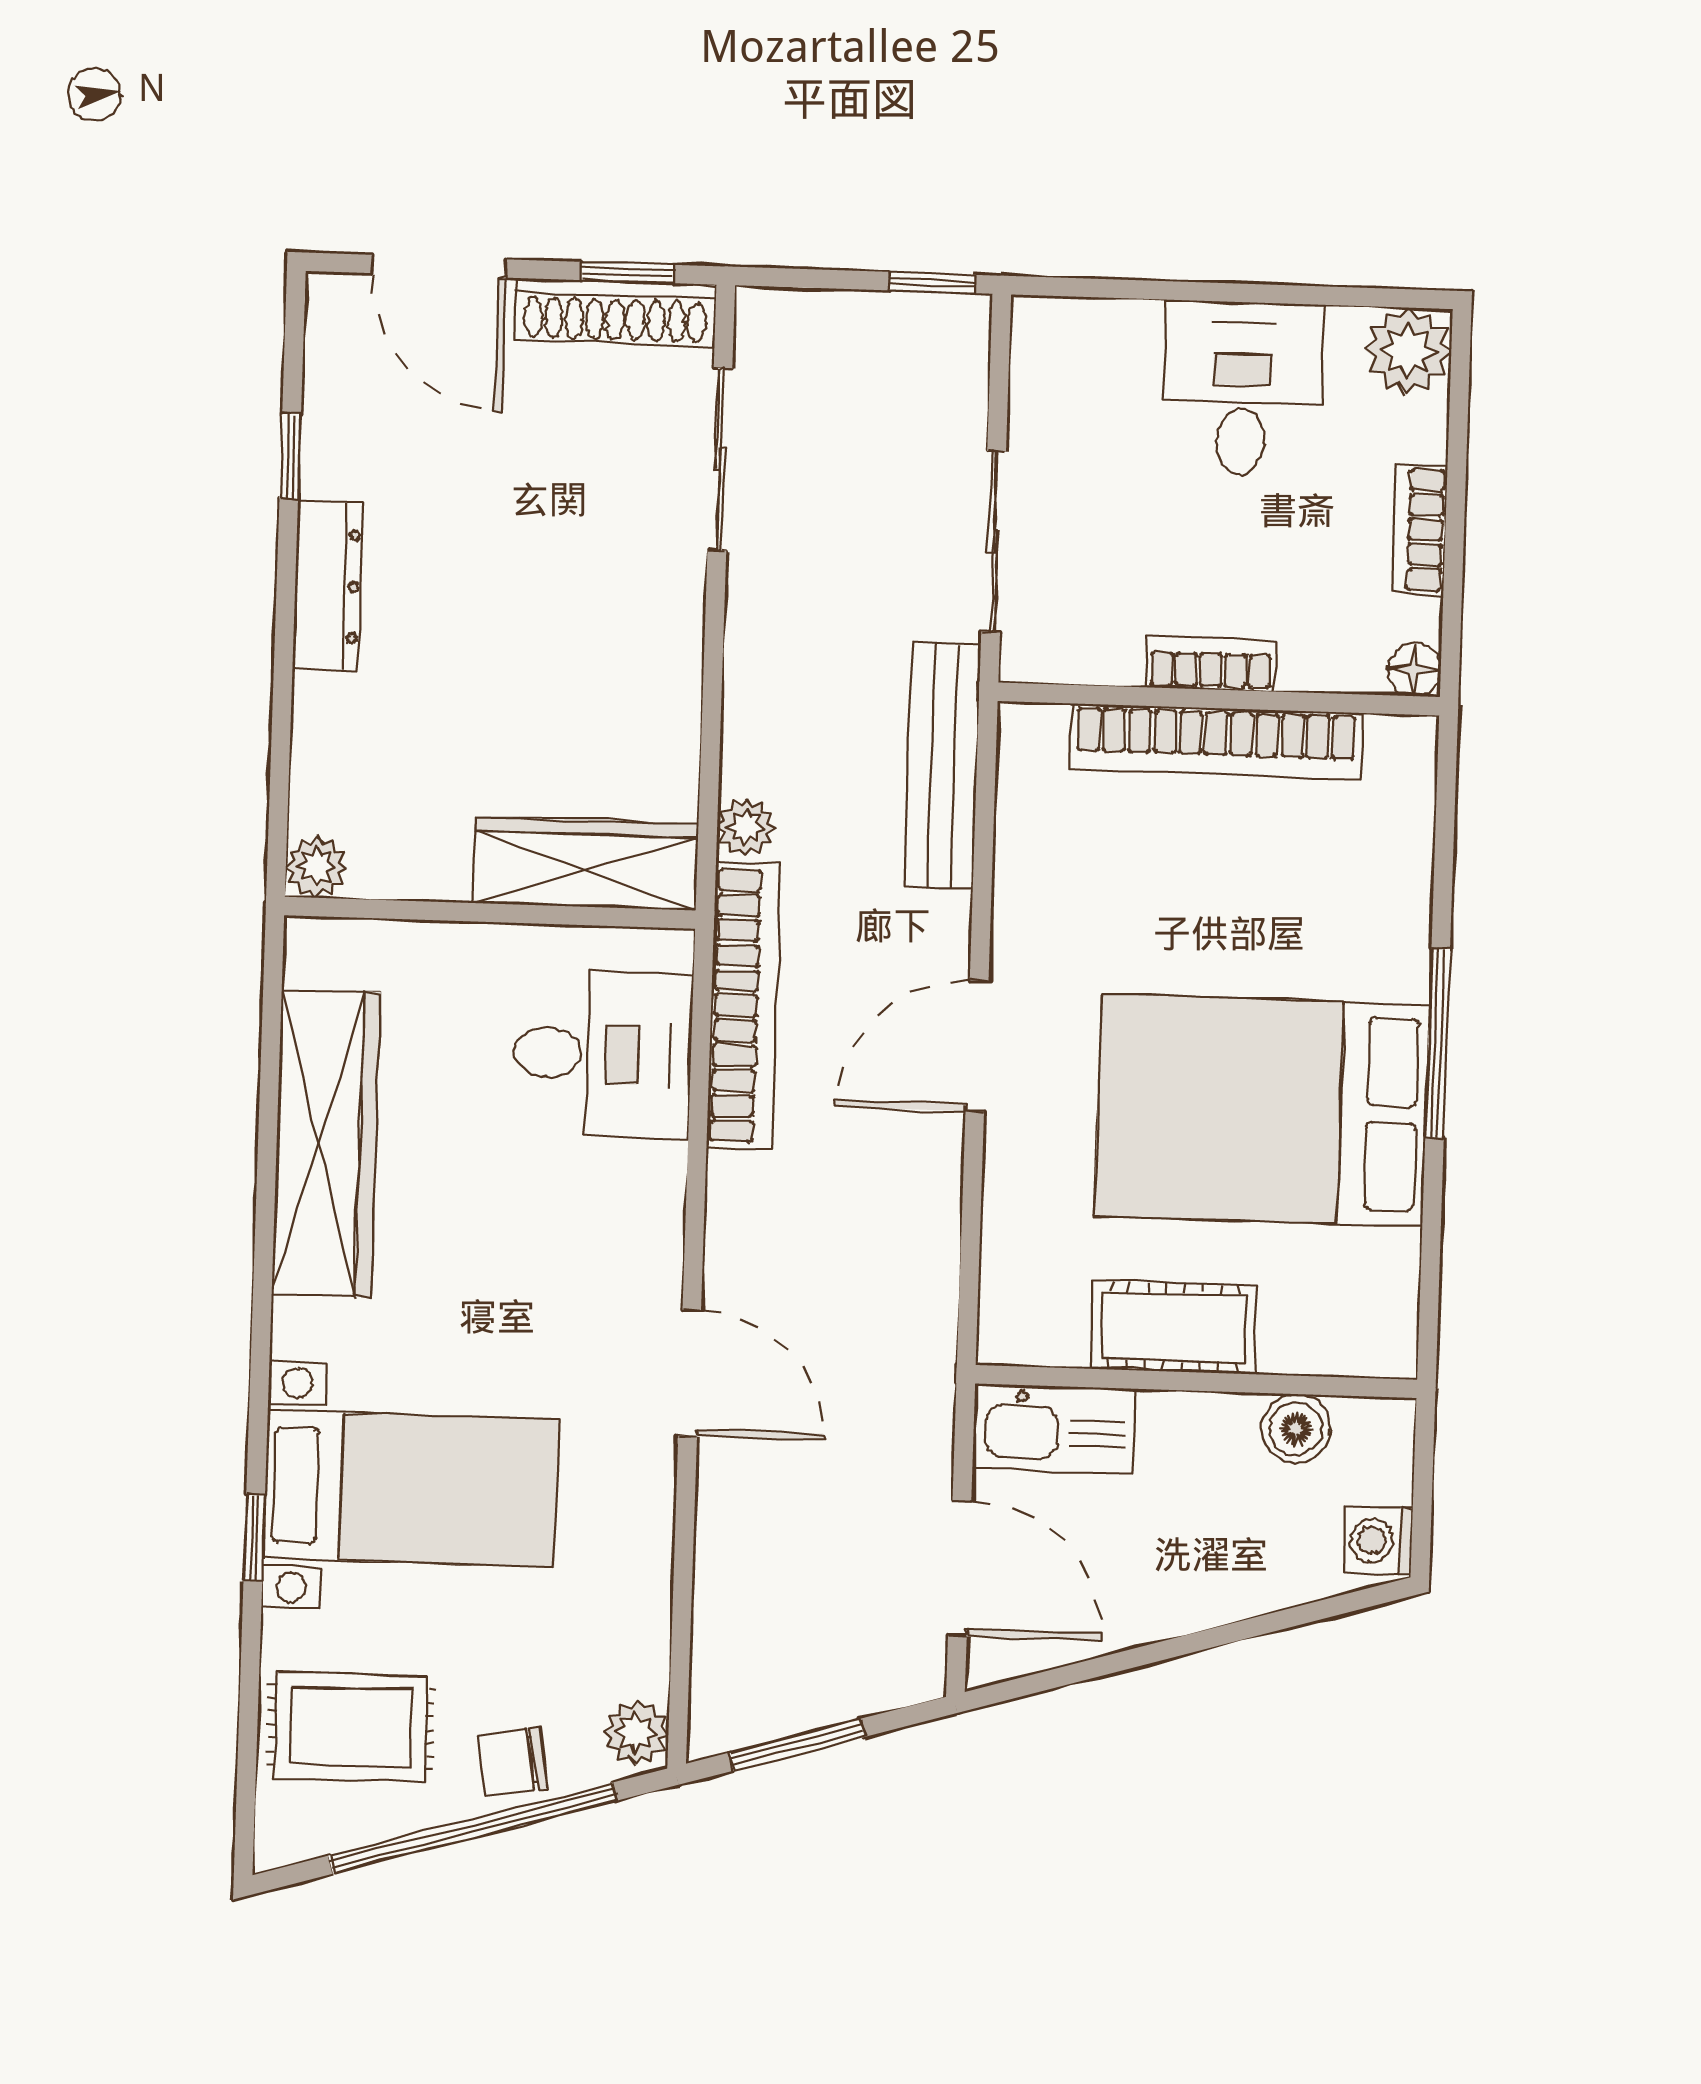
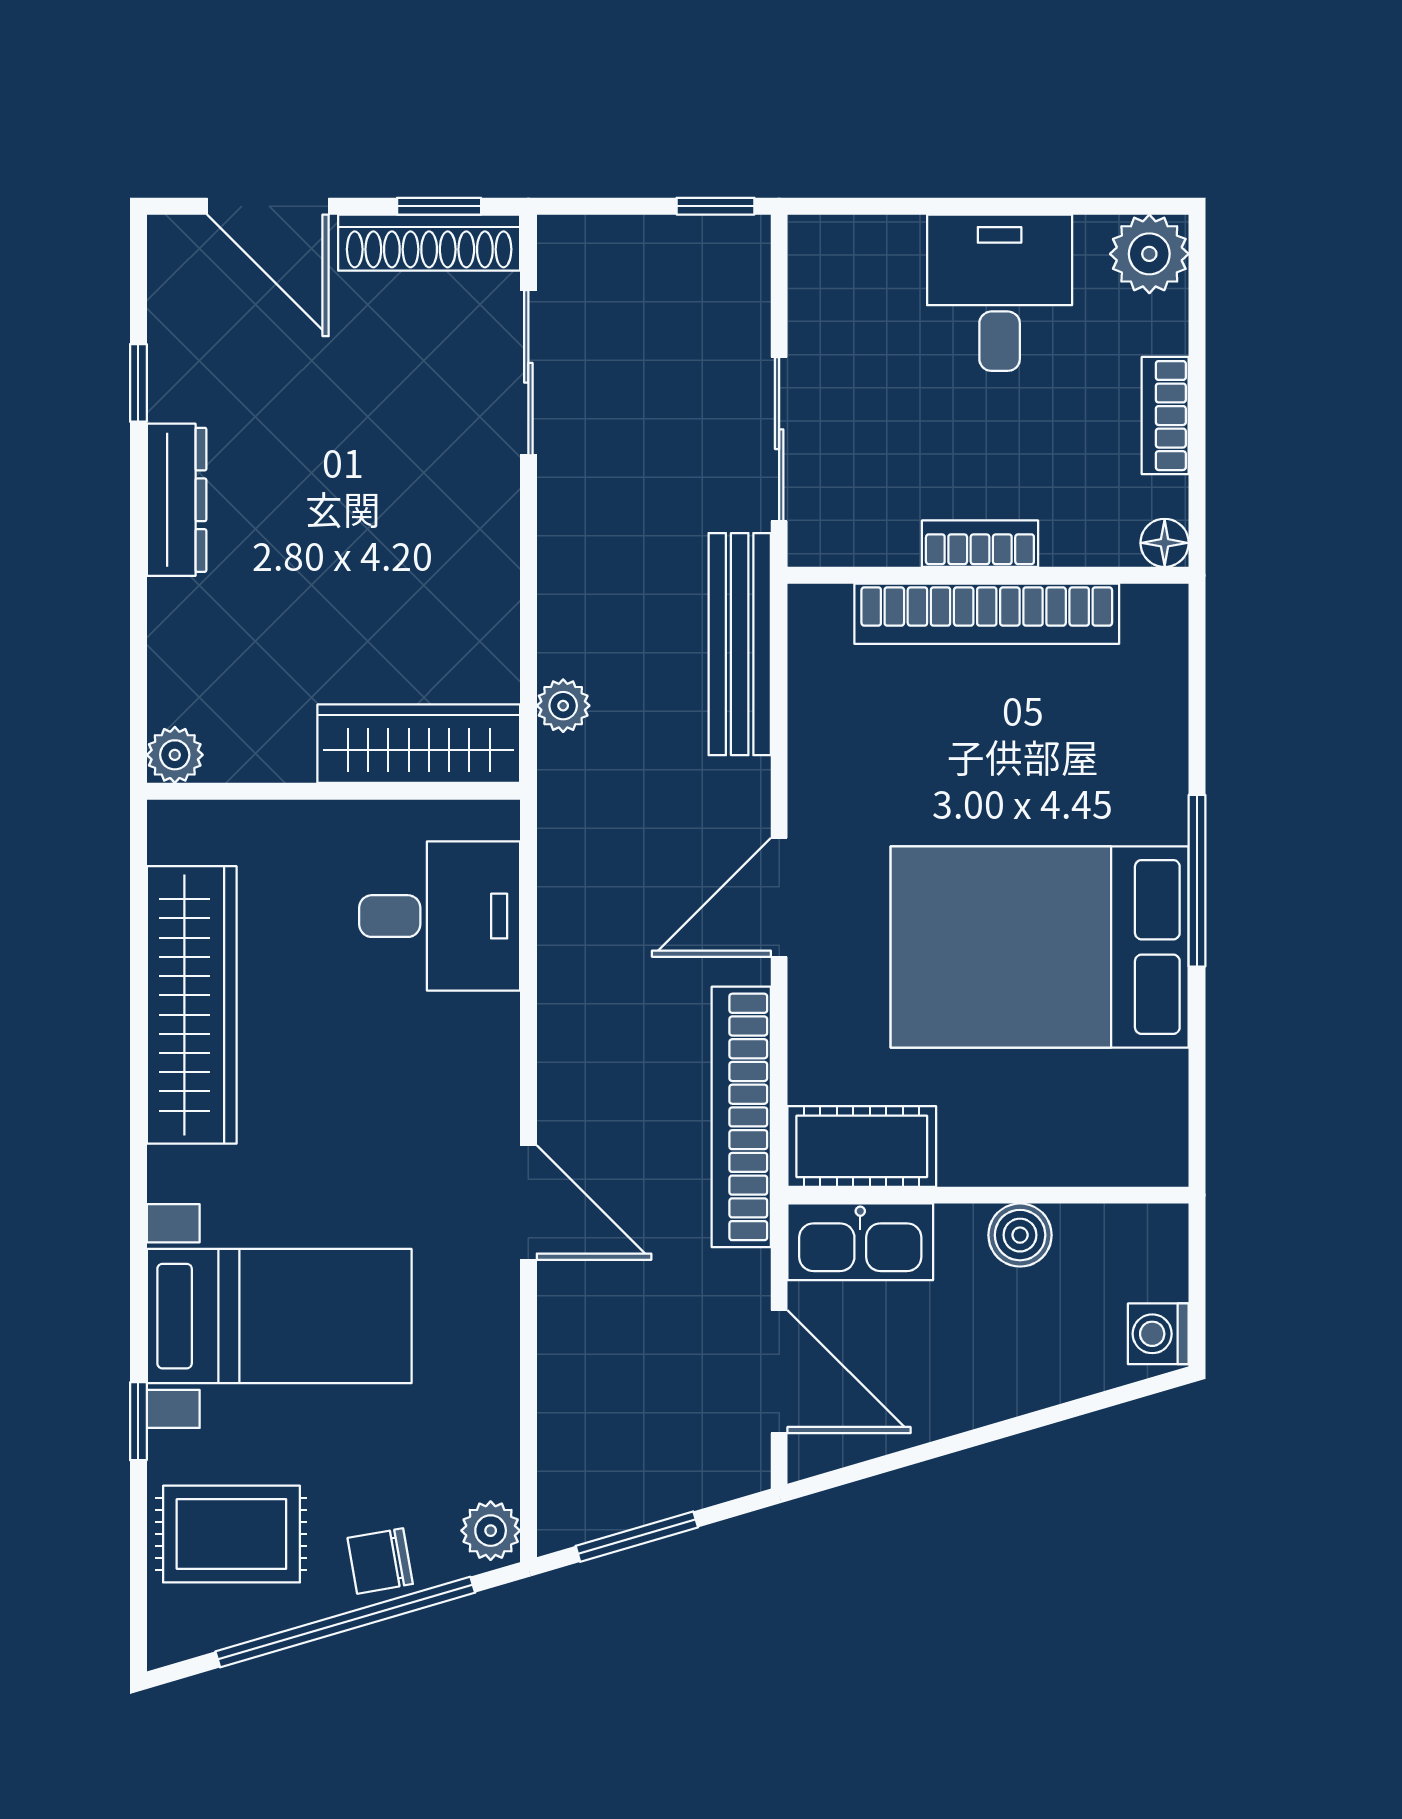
bookcase: (744, 1006) -> (741, 1117), moved, turned 180
cot: (1174, 1327) -> (862, 1146), moved
boiler: (1296, 1429) -> (1020, 1235), moved
window: (254, 1537) -> (138, 1421), moved

